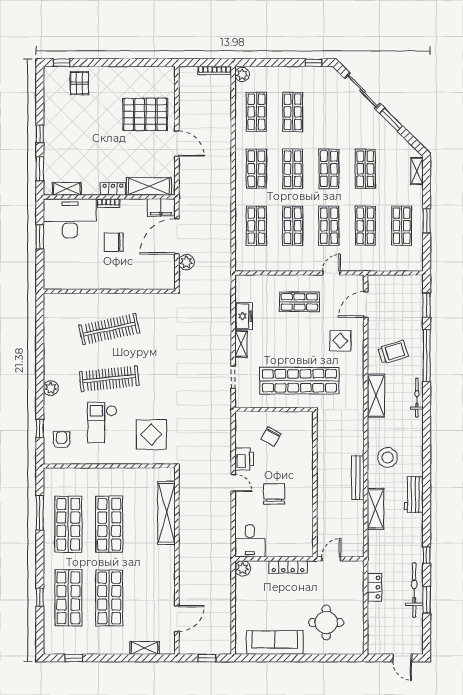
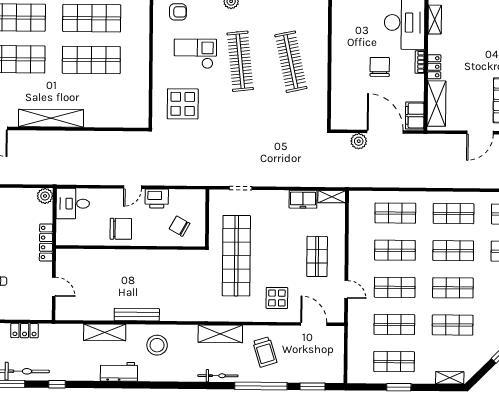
shelving: (241, 344) -> (332, 197), moved
wall: (315, 484) -> (131, 248), moved
shelving: (167, 513) -> (51, 118), moved

